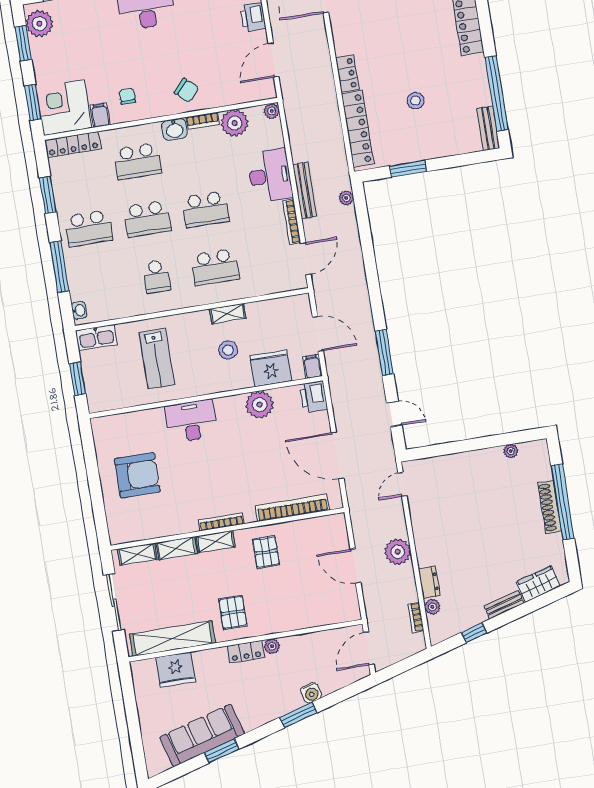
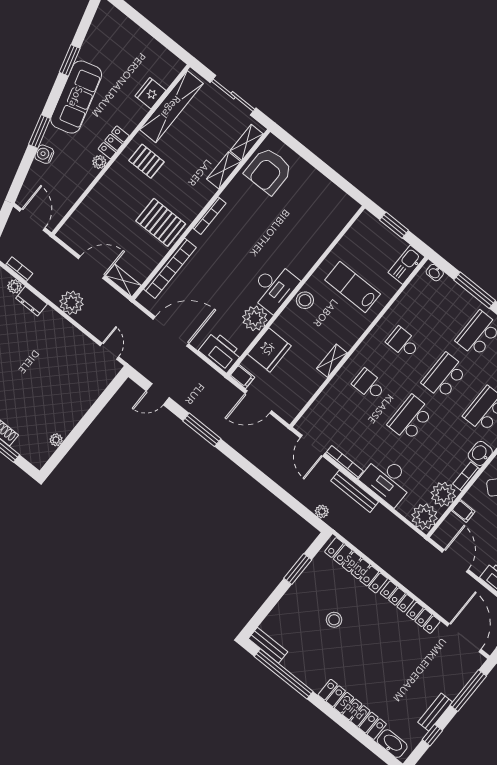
locker: (341, 37) -> (423, 618), added
filing cabinet: (230, 95) -> (463, 511), added
plant: (272, 111) -> (424, 517), width x1.88, depth x1.88
school desk: (215, 267) -> (369, 385), width x0.54
stool: (228, 350) -> (305, 300), moved
printer: (314, 397) -> (220, 352), width x1.37, depth x1.19
desk: (191, 421) -> (274, 287), moved
armchair: (137, 475) -> (269, 171), moved
shelving: (215, 542) -> (123, 281), moved, turned 90
pallet: (266, 552) -> (161, 222), width x1.50, depth x1.42
fridge: (176, 670) -> (150, 93), width x0.73, depth x0.75
sofa: (202, 735) -> (76, 97), moved

